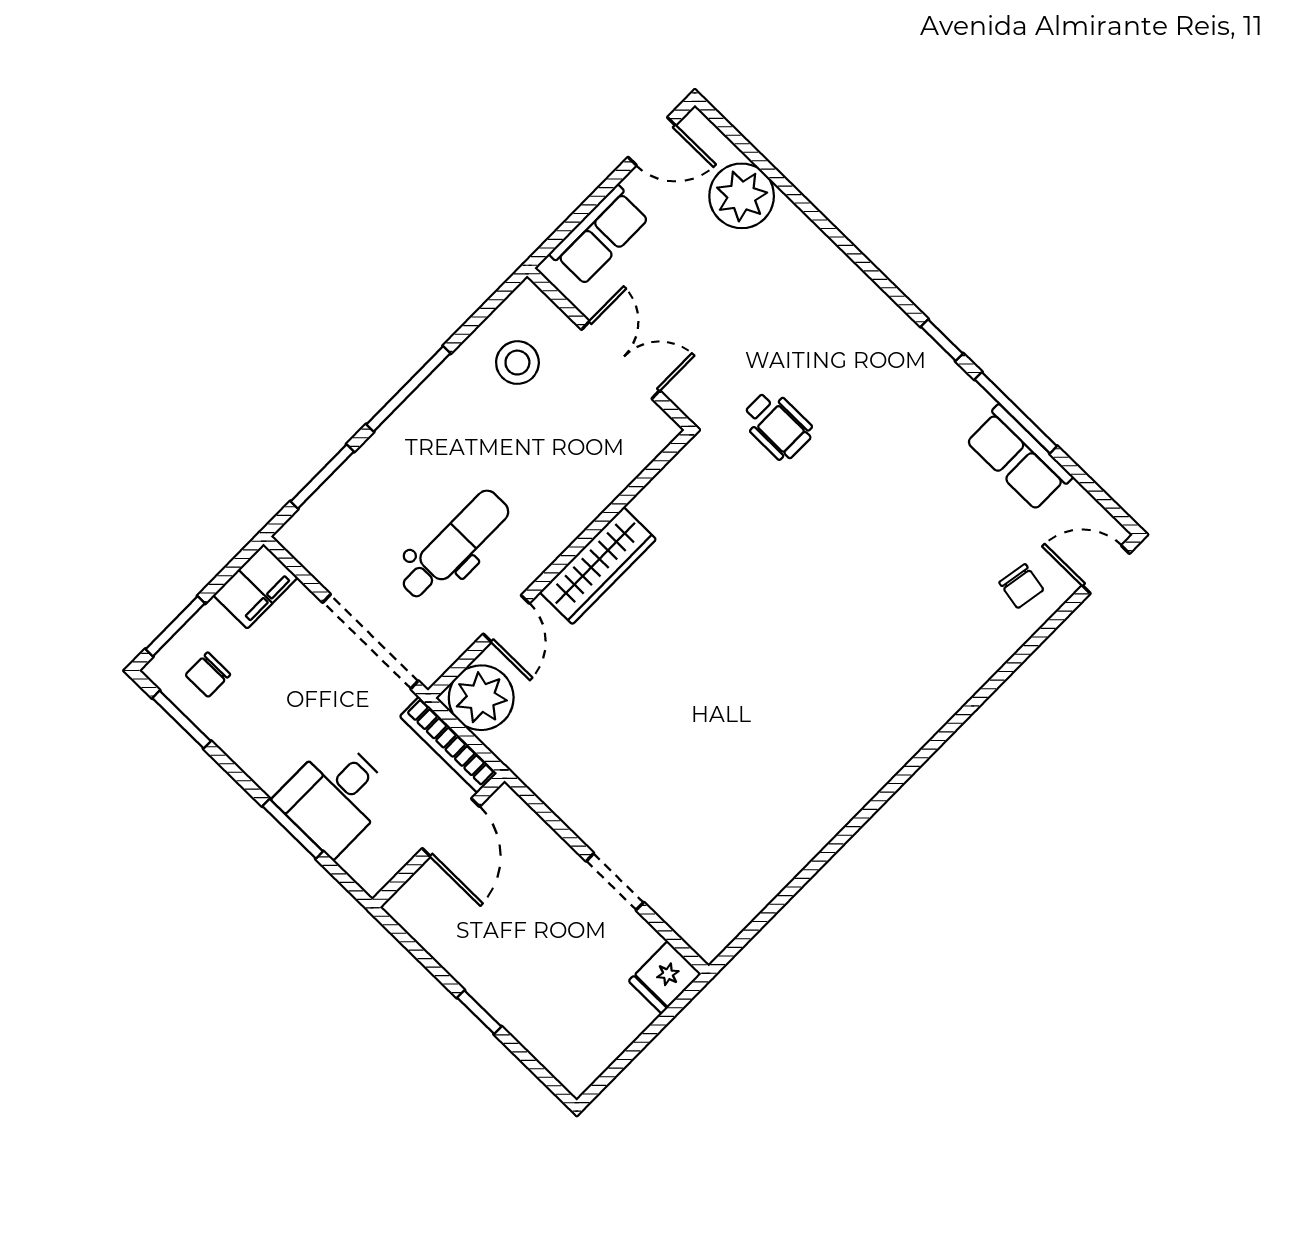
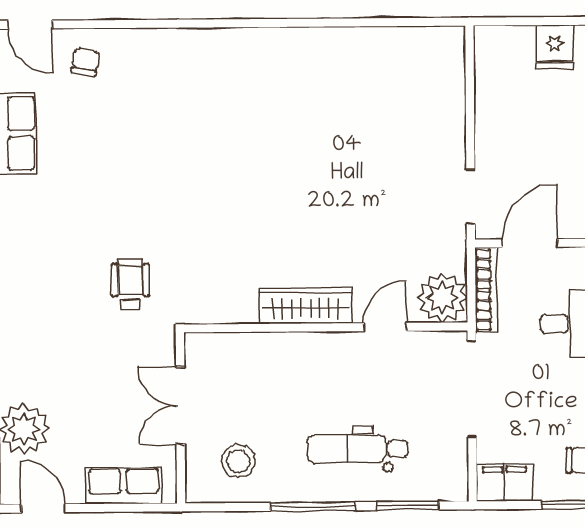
dental chair: (454, 545) -> (358, 449), moved
doorway: (615, 882) -> (471, 197), moved
fridge: (665, 977) -> (555, 47), moved, turned 90

